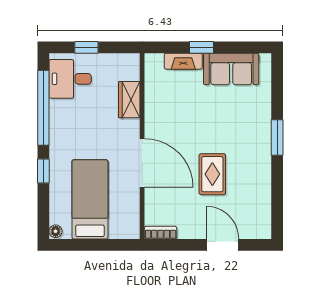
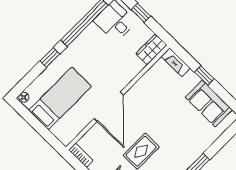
fireplace: (183, 61) -> (176, 62), moved
wardrobe: (129, 100) -> (151, 49), moved

